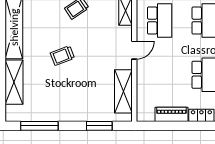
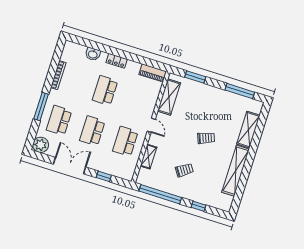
door: (134, 50) -> (151, 125), swing flipped
piano: (171, 114) -> (153, 73), moved

